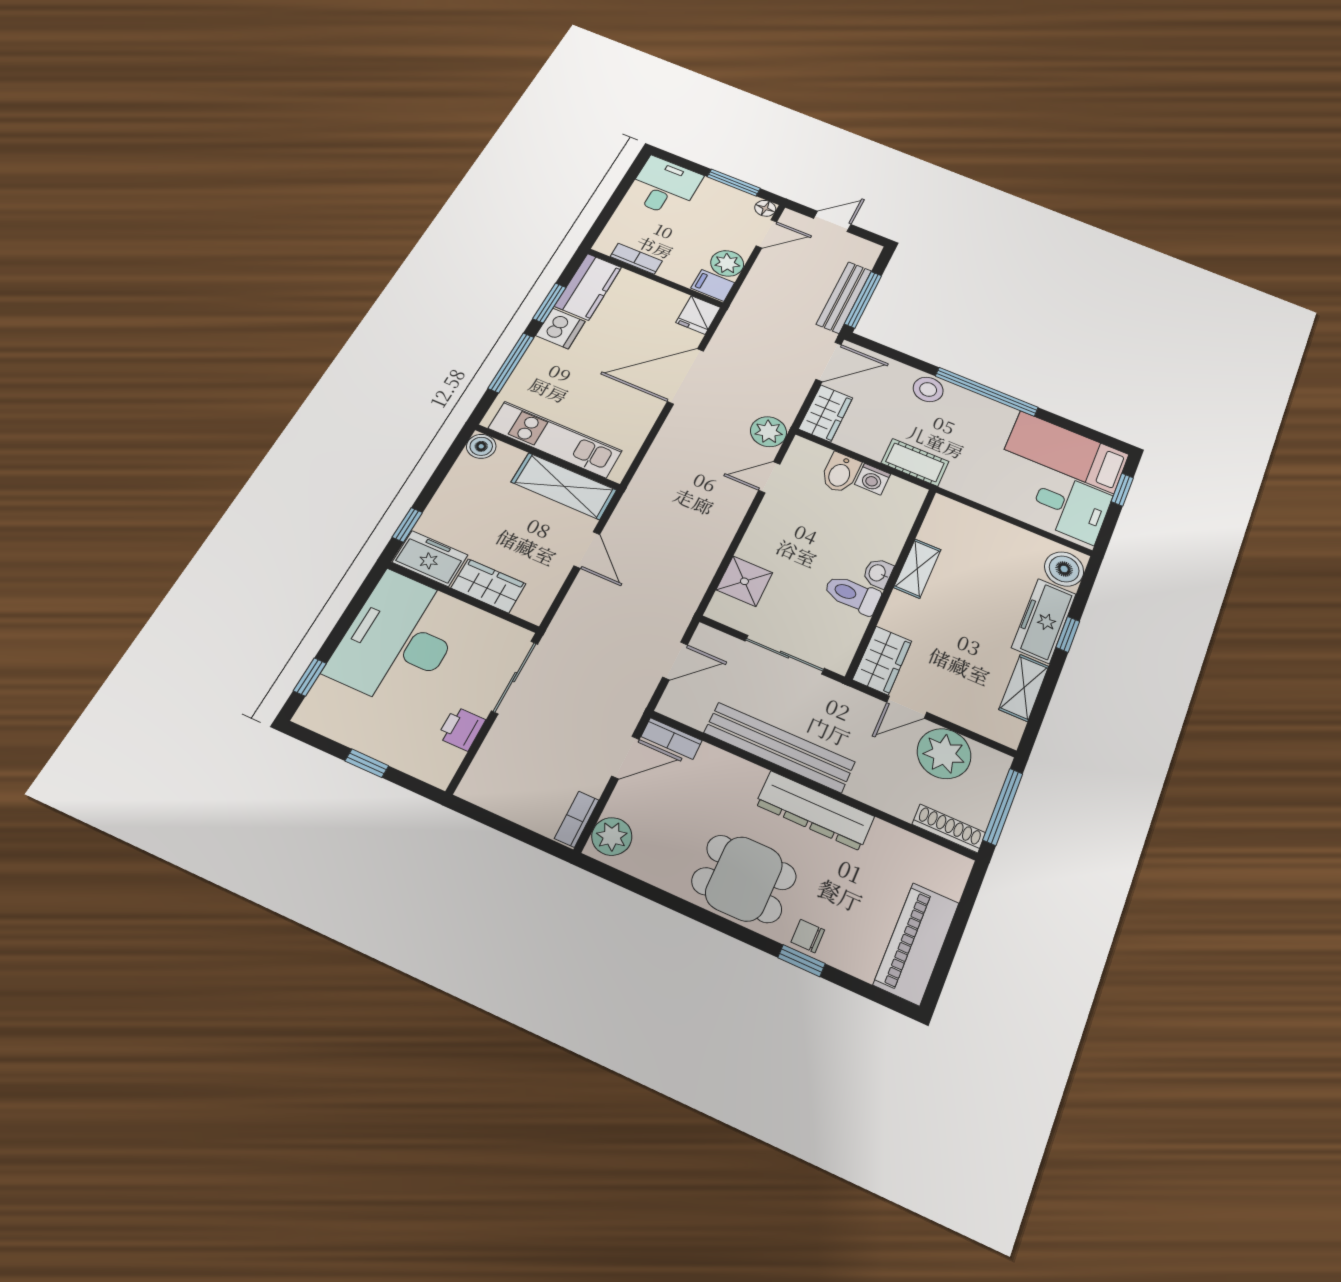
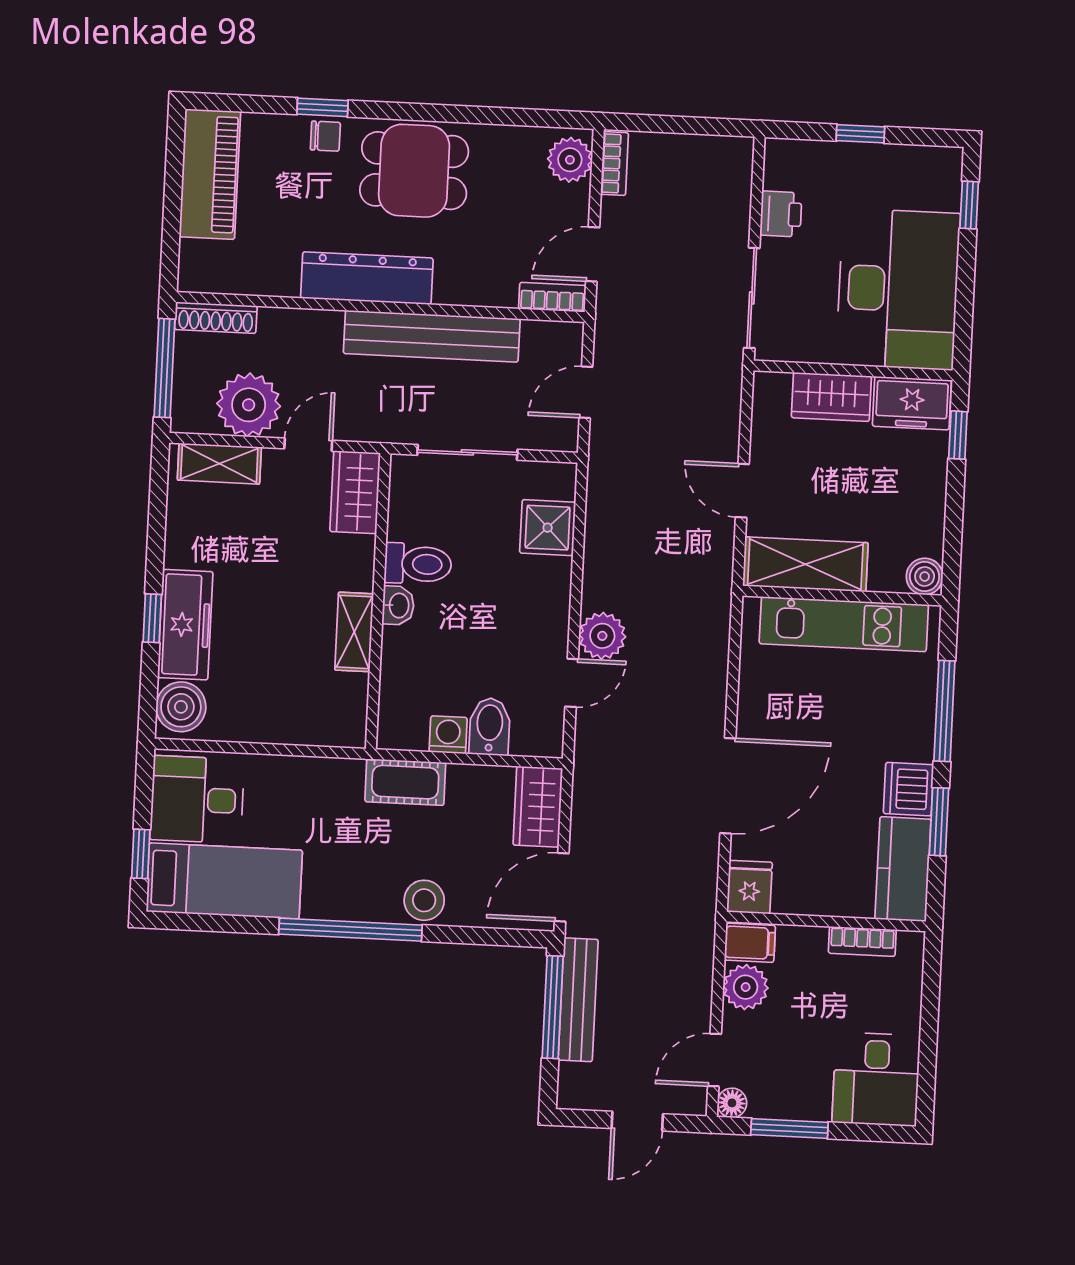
plant: (769, 432) -> (602, 636), moved
shelving: (1024, 688) -> (219, 464), moved, turned 90

